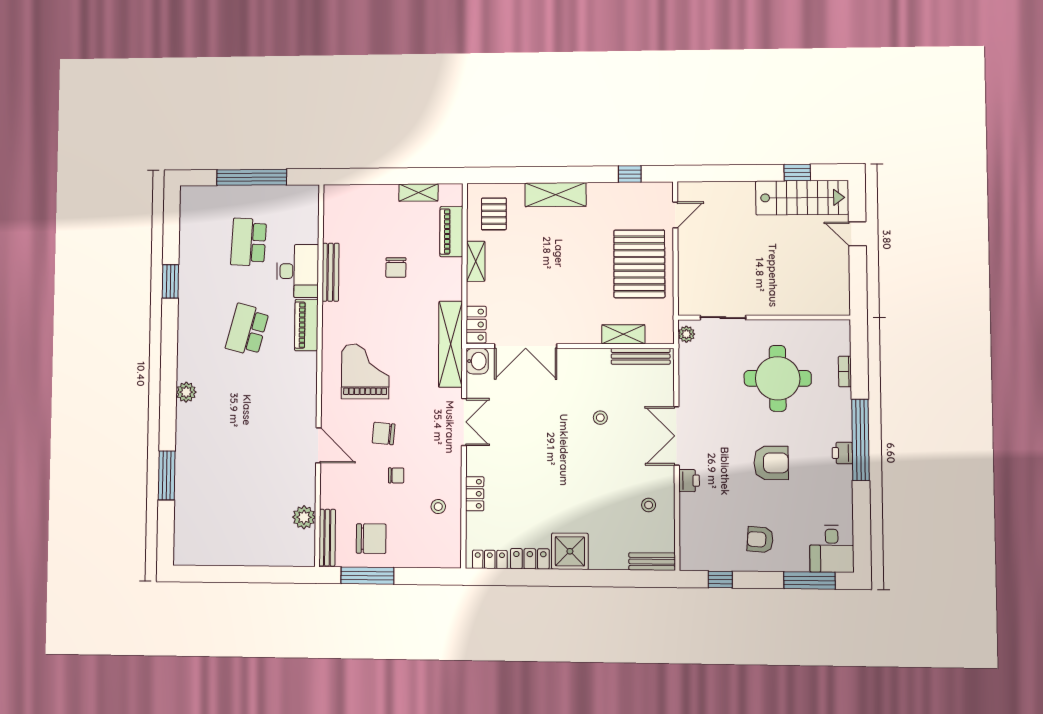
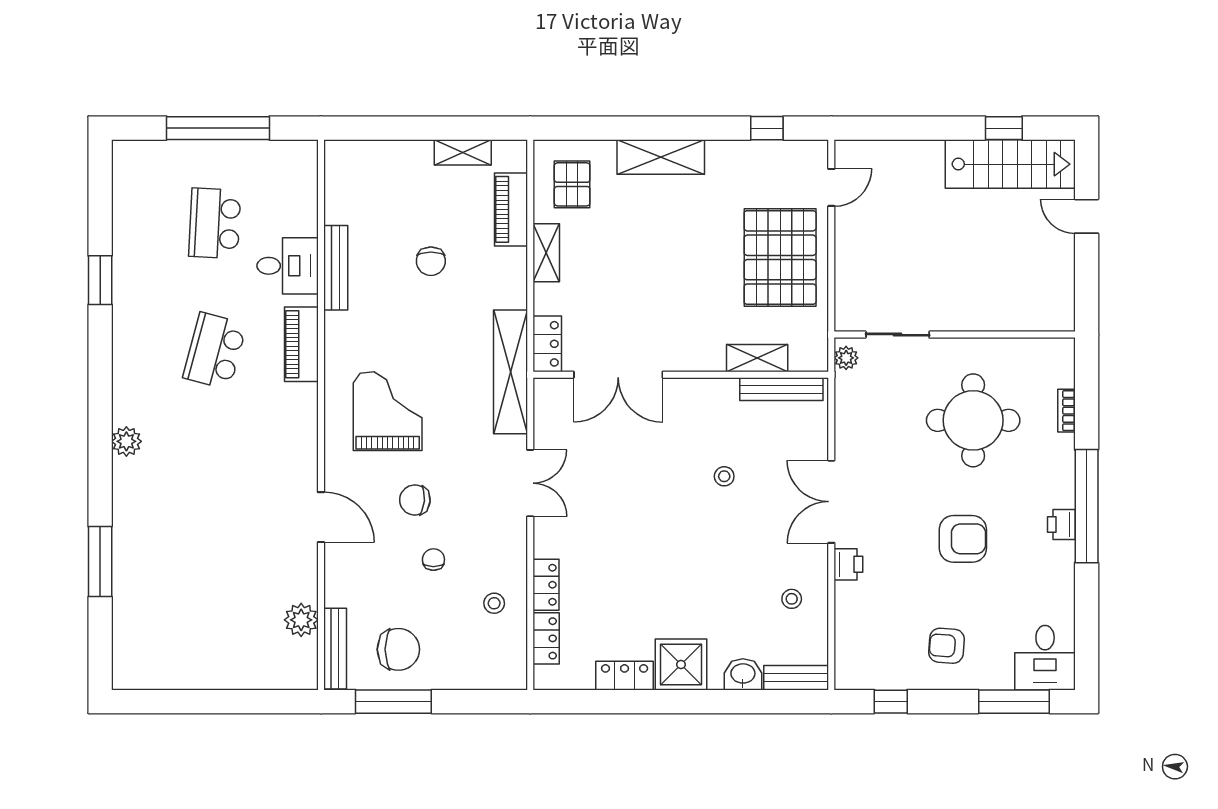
desk: (298, 271) -> (288, 266), width x0.73
washbasin: (477, 361) -> (743, 674), moved, turned -90
chair: (396, 475) -> (433, 560), turned -90
locker: (490, 559) -> (546, 638), moved, turned 90

